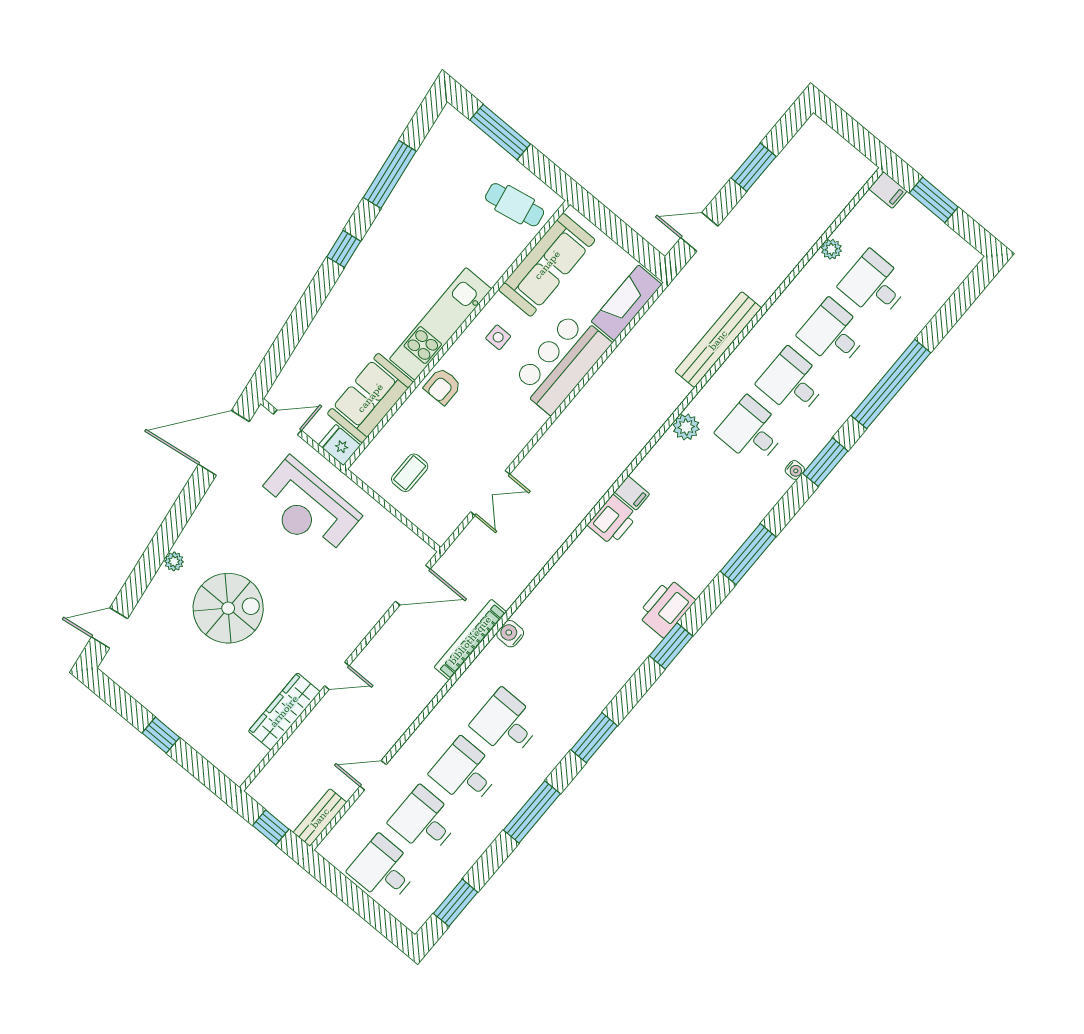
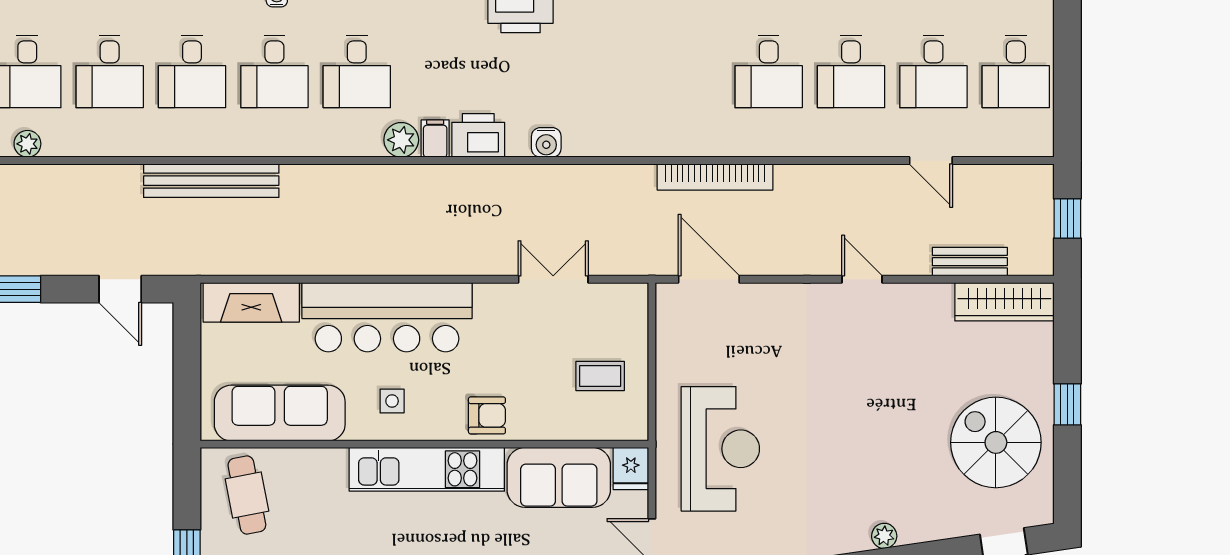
bar counter: (562, 362) -> (387, 317), width x1.36
plant: (686, 427) -> (401, 140), moved
desk: (711, 480) -> (357, 71), added
spiral stairs: (228, 608) -> (996, 442), moved
water cooler: (510, 634) -> (546, 142), moved
wardrobe: (284, 711) -> (1004, 302), moved
bench: (320, 818) -> (970, 262), moved

